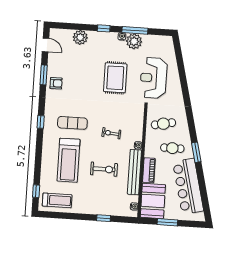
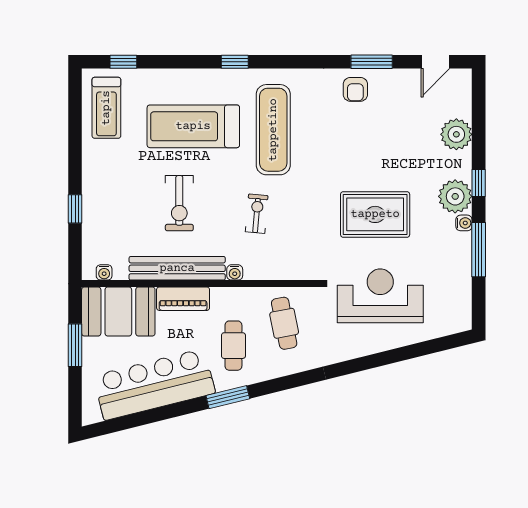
plant: (134, 41) -> (455, 196), moved
window: (41, 122) -> (235, 62), moved
exercise mat: (72, 123) -> (273, 130), width x1.36, depth x1.45

